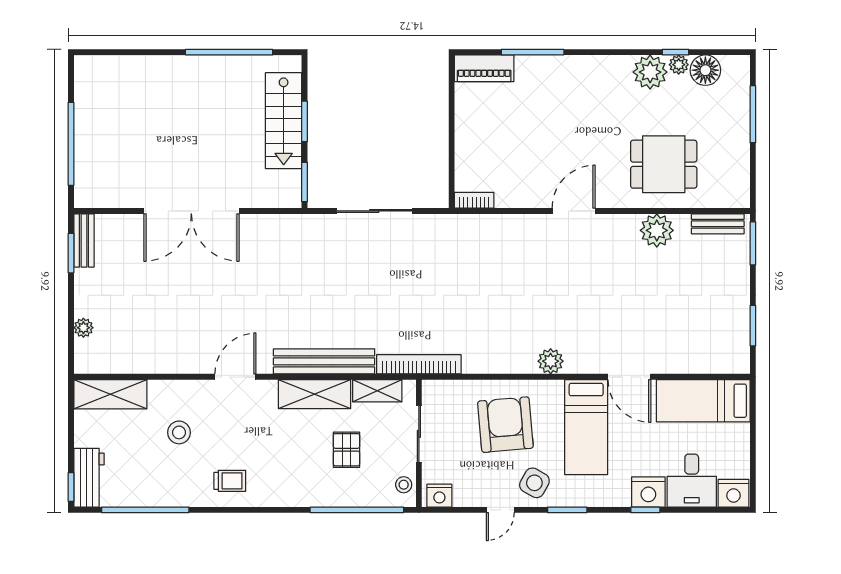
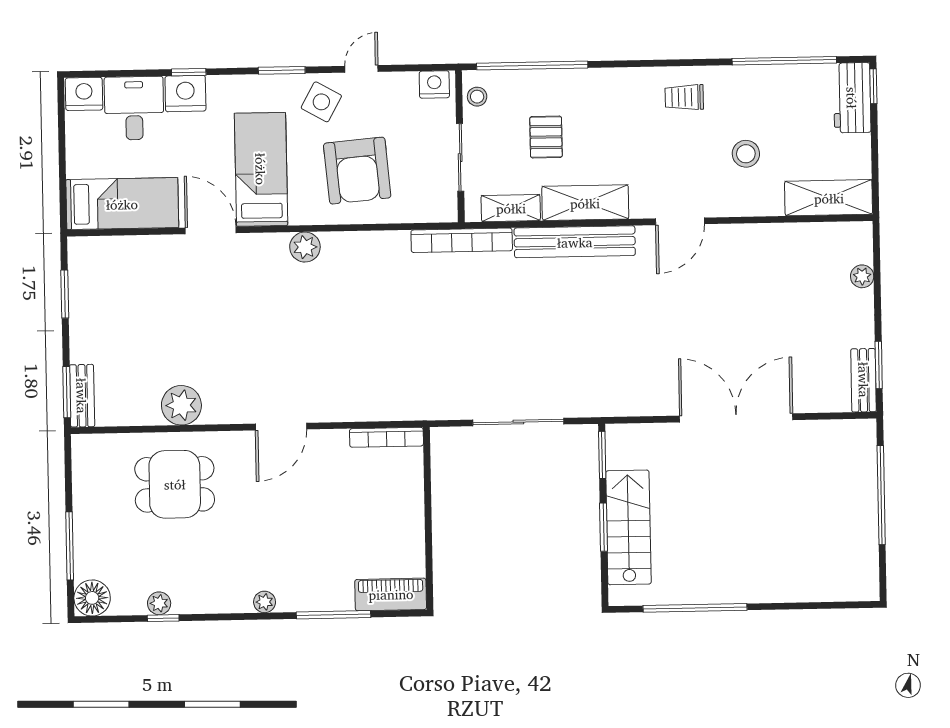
floor lamp: (705, 70) -> (92, 598), moved
plant: (650, 72) -> (265, 602), moved, width x0.53, depth x0.53
bookcase: (474, 200) -> (386, 437), width x1.56
bench: (718, 224) -> (82, 396), moved, turned 90

